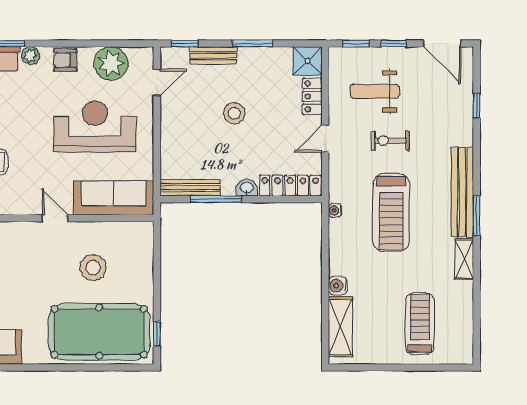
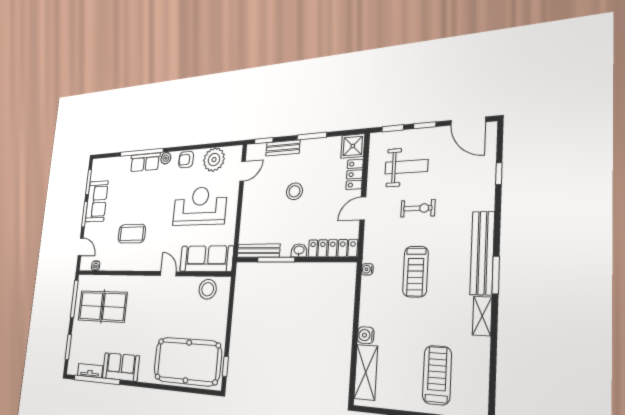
weight bench: (375, 91) -> (406, 167), turned 180
exercise bike: (390, 141) -> (418, 208), turned 180
treadmill: (391, 213) -> (415, 272), width x0.73, depth x0.73
stool: (93, 267) -> (208, 289), moved

